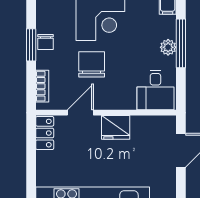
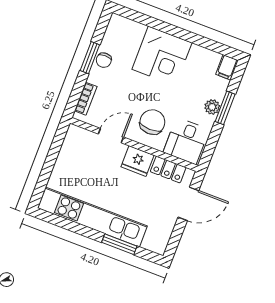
window: (181, 43) -> (225, 108), width x0.69
chair: (92, 64) -> (152, 122), moved
locker: (45, 133) -> (168, 170), moved, turned 90

